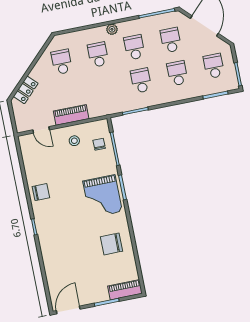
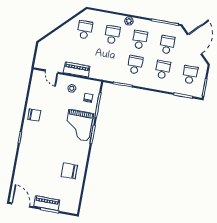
locker: (26, 90) -> (52, 39), removed
grand piano: (103, 196) -> (79, 125), moved
piano: (125, 290) -> (47, 203), moved
door: (68, 310) -> (21, 205), hinge flipped

